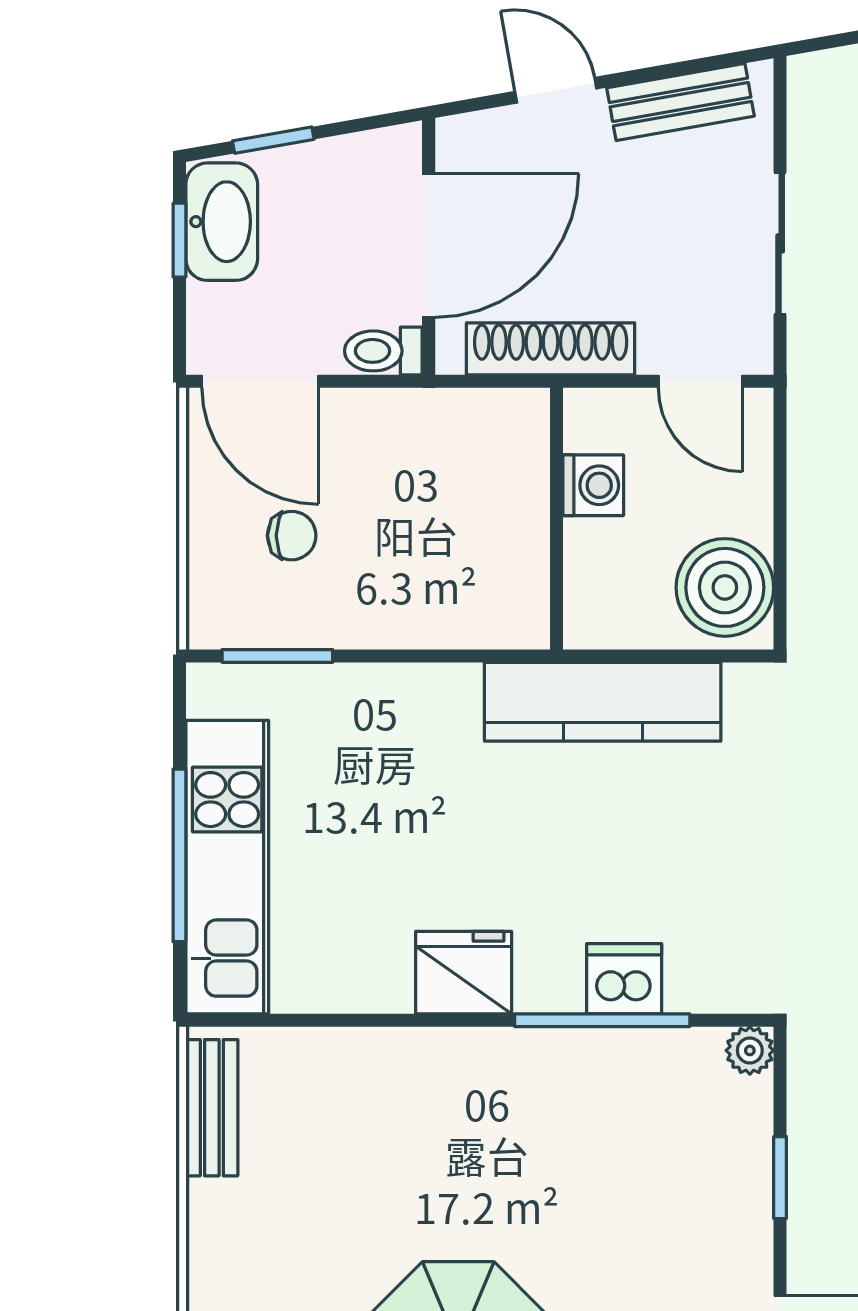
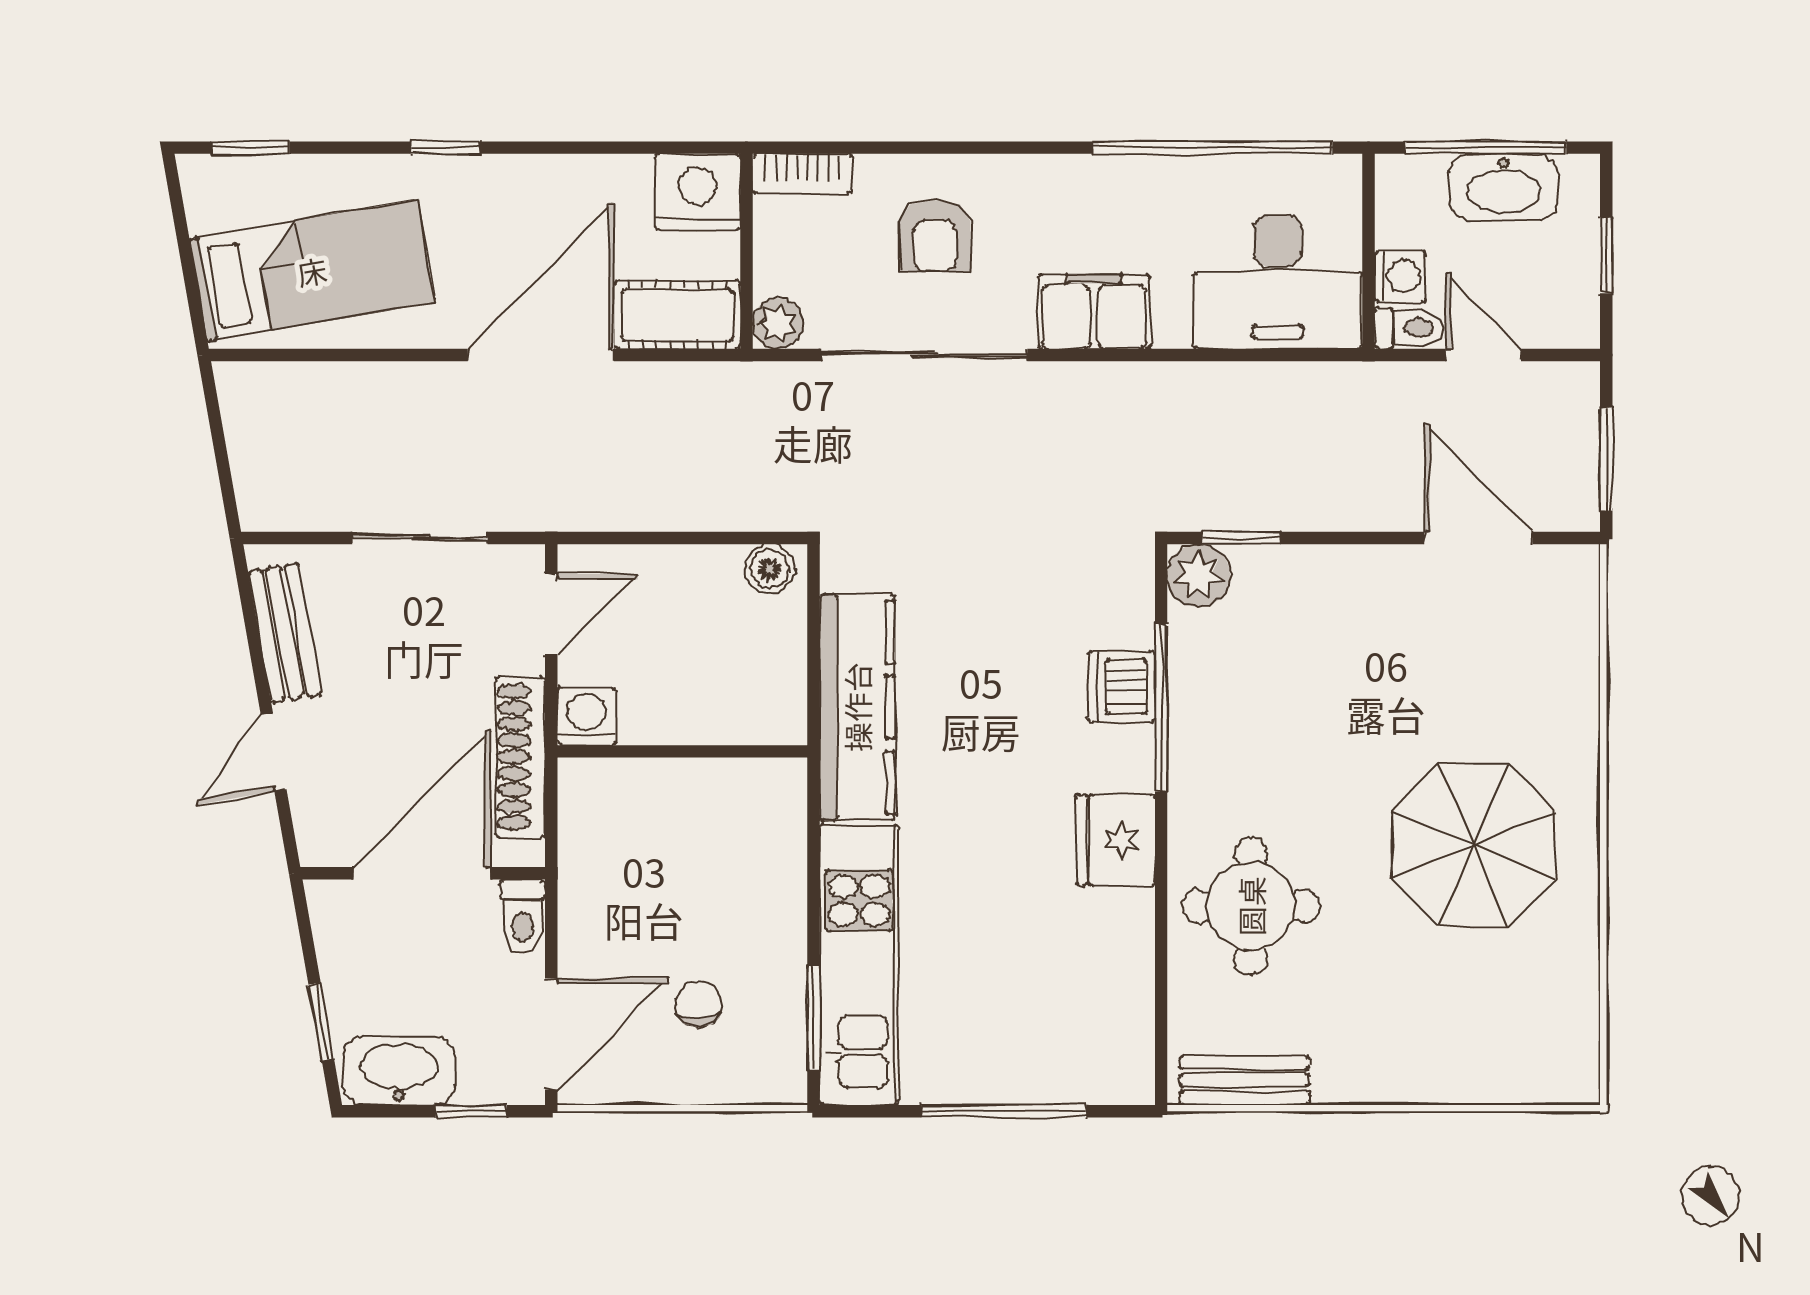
window: (179, 240) -> (471, 1111), moved
door: (429, 246) -> (422, 873), hinge flipped
washing machine: (593, 485) -> (586, 716), moved
boiler: (725, 587) -> (770, 569), width x0.54, depth x0.54
kitchen unit: (227, 867) -> (859, 965), moved, turned 90
plant: (750, 1050) -> (1199, 575), width x1.38, depth x1.38
round table: (394, 1114) -> (1251, 906), added
window: (780, 1178) -> (1241, 538), moved

